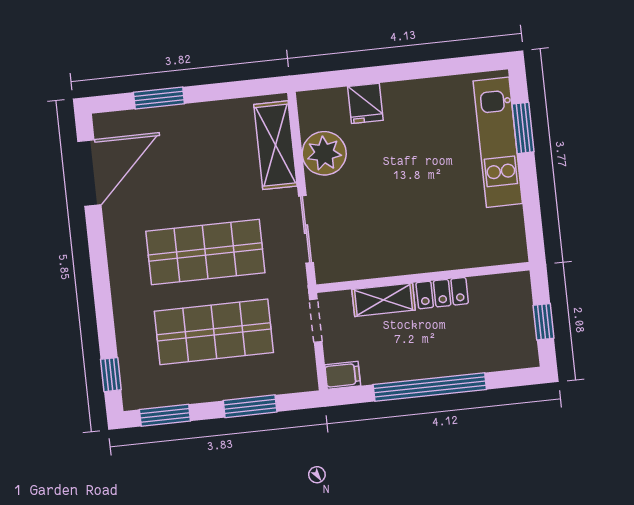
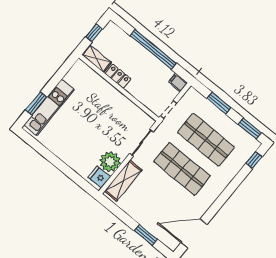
fridge: (365, 103) -> (99, 177), moved, turned -90
shelving: (384, 300) -> (97, 59), moved

